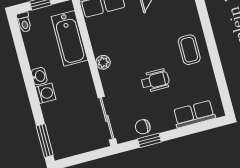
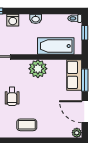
plant: (103, 62) -> (38, 69), width x1.88, depth x1.88
washing machine: (46, 93) -> (13, 20), moved

